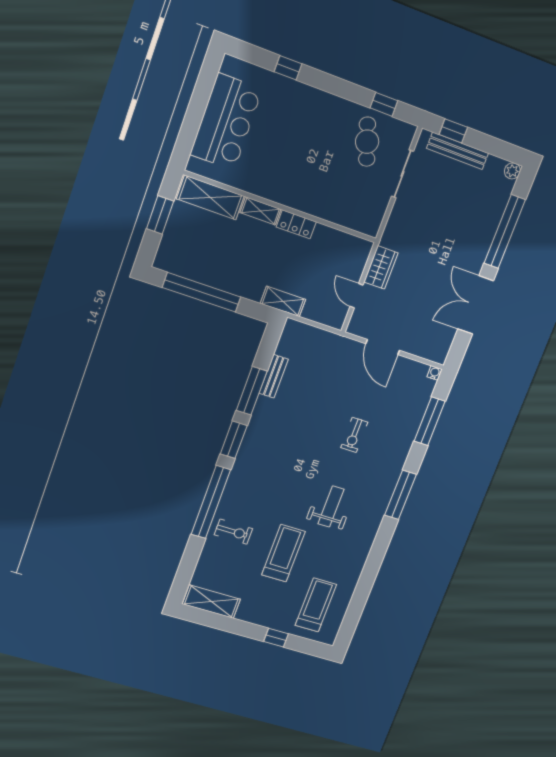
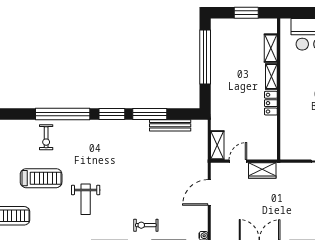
shelving: (210, 197) -> (271, 48), width x0.67, depth x0.75
shelving: (283, 301) -> (217, 145), moved
bench: (274, 376) -> (170, 125), width x1.36
exercise bike: (354, 435) -> (146, 225), moved
weight bench: (331, 506) -> (86, 199), turned 90

